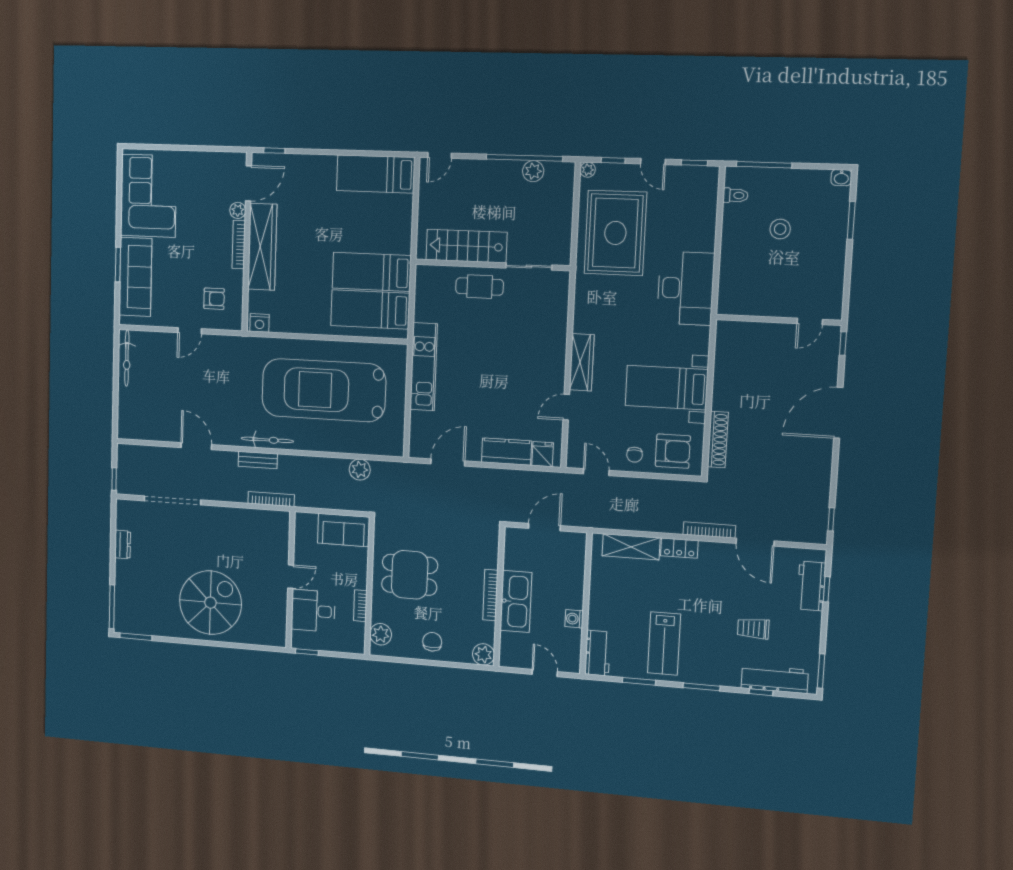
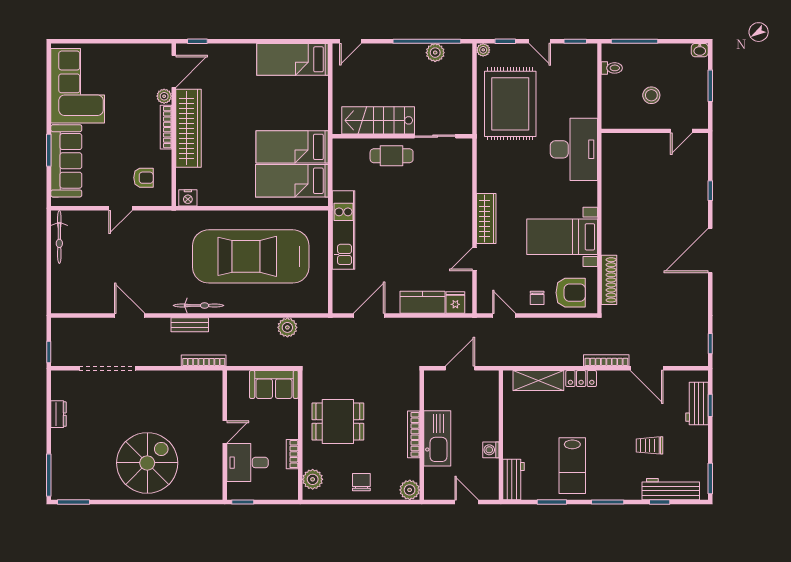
wall: (779, 320) -> (655, 131), moved
door: (810, 321) -> (681, 131), moved

